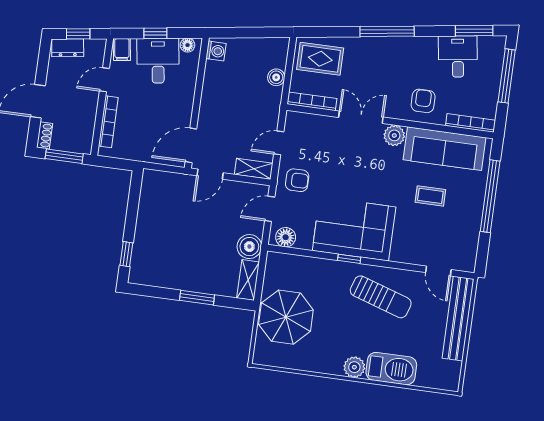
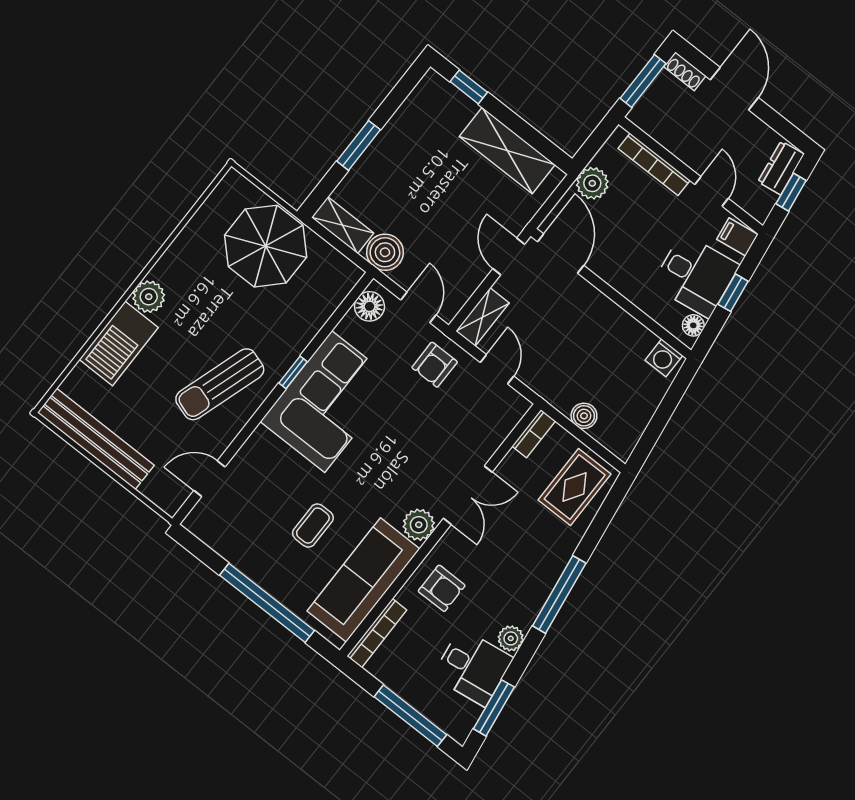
plant: (429, 44) -> (511, 638), added
bookcase: (312, 101) -> (534, 434), width x0.64
plant: (140, 151) -> (592, 183), added
shelving: (150, 211) -> (507, 150), added
bench: (458, 319) -> (96, 439), moved

